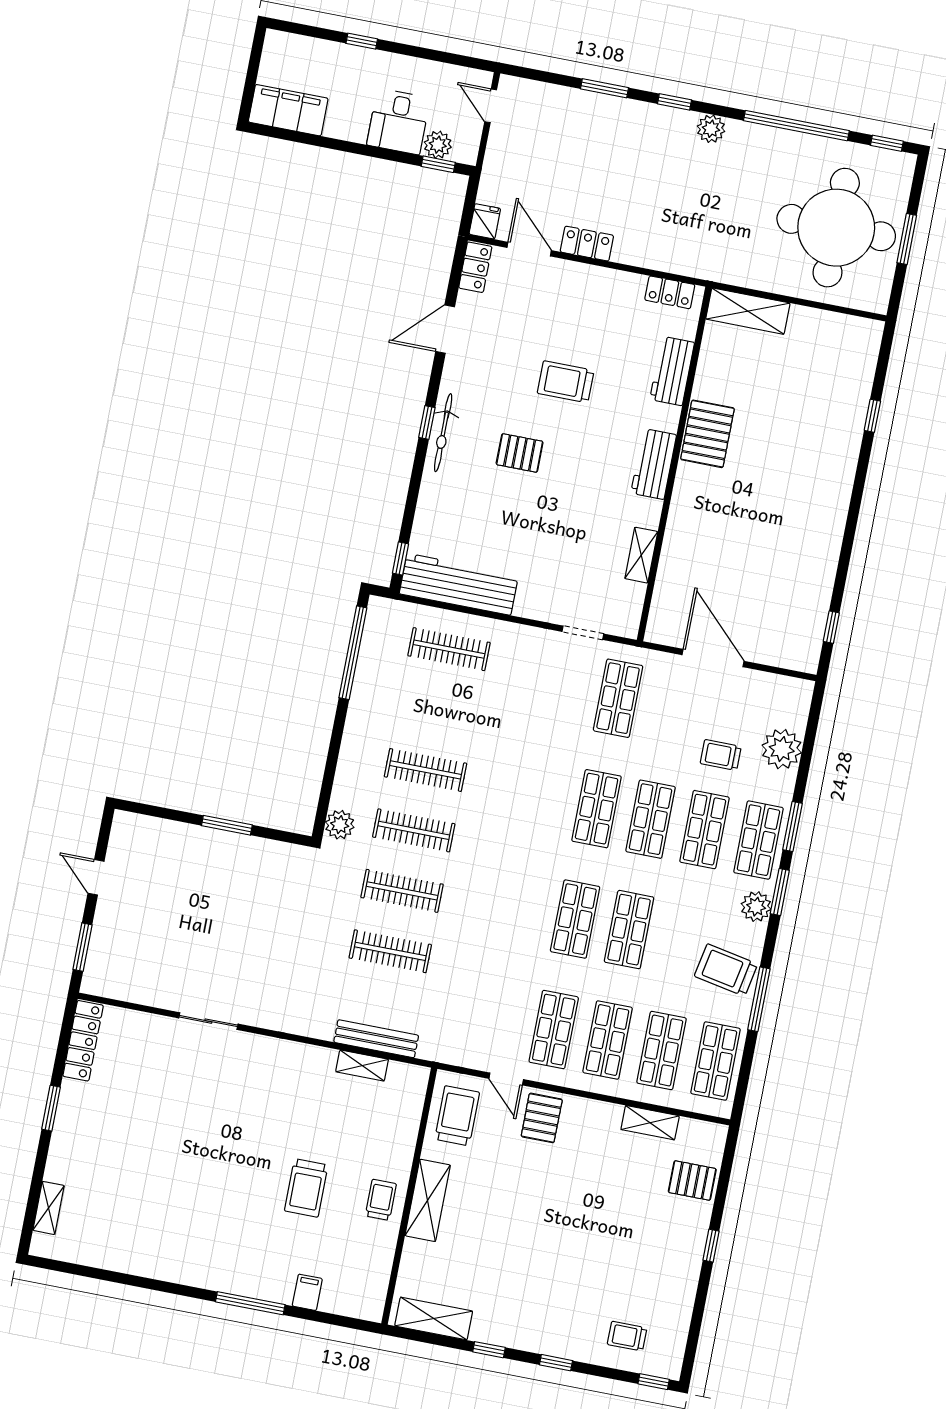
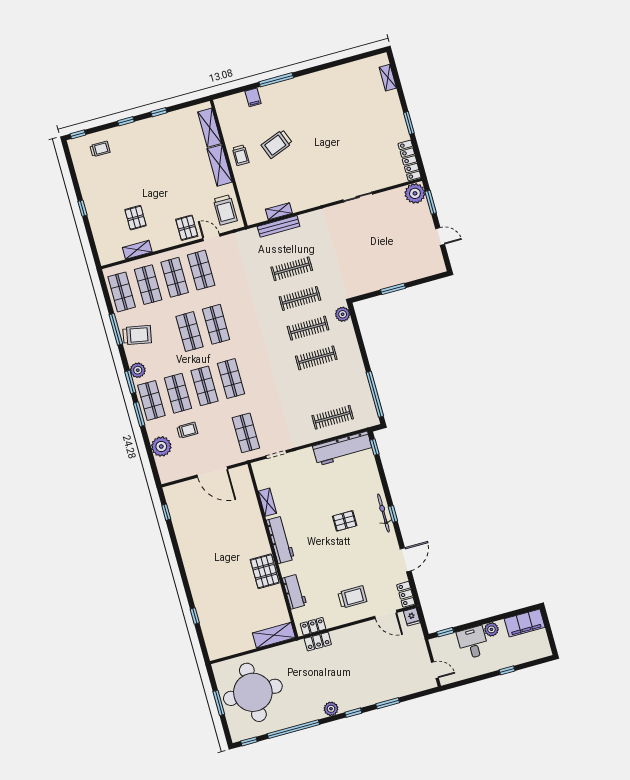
plant: (438, 145) -> (491, 629), moved
locker: (587, 244) -> (318, 642), moved
trolley: (566, 382) -> (352, 597), moved
workbench: (654, 464) -> (280, 540), width x1.38
plant: (103, 977) -> (415, 193), added
pallet: (692, 1181) -> (136, 218), moved, turned 90
trolley: (306, 1188) -> (277, 144), turned -111
shelving: (434, 1319) -> (210, 128), moved, turned 90

